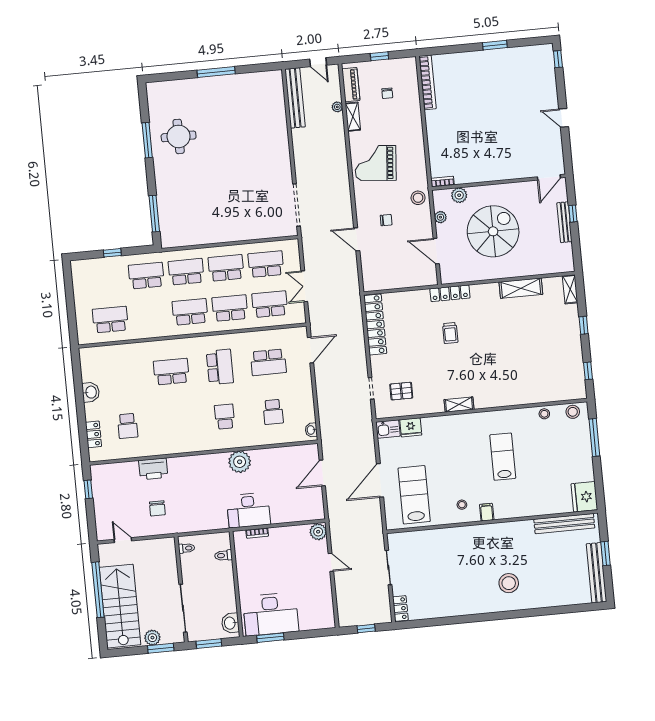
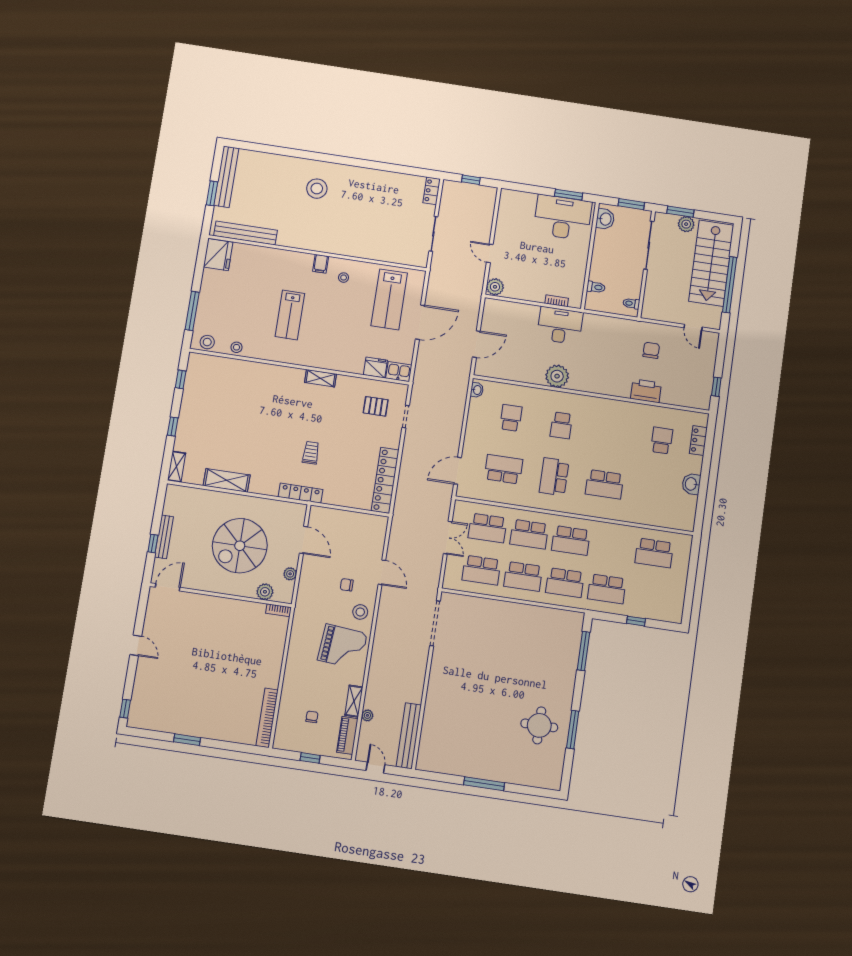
stool: (418, 198) -> (360, 612), moved

